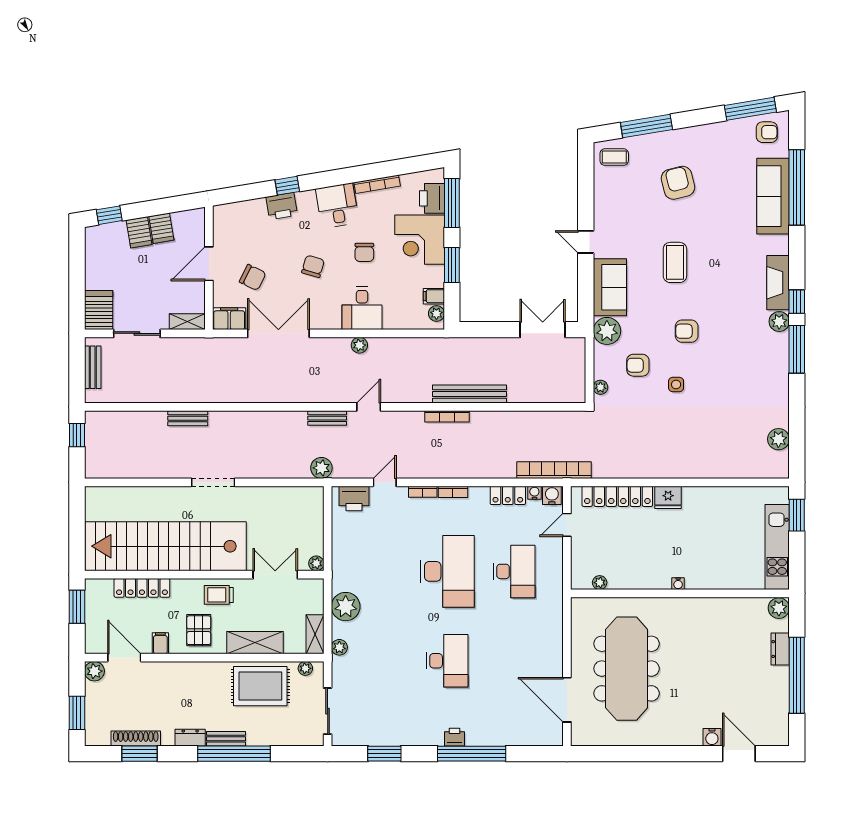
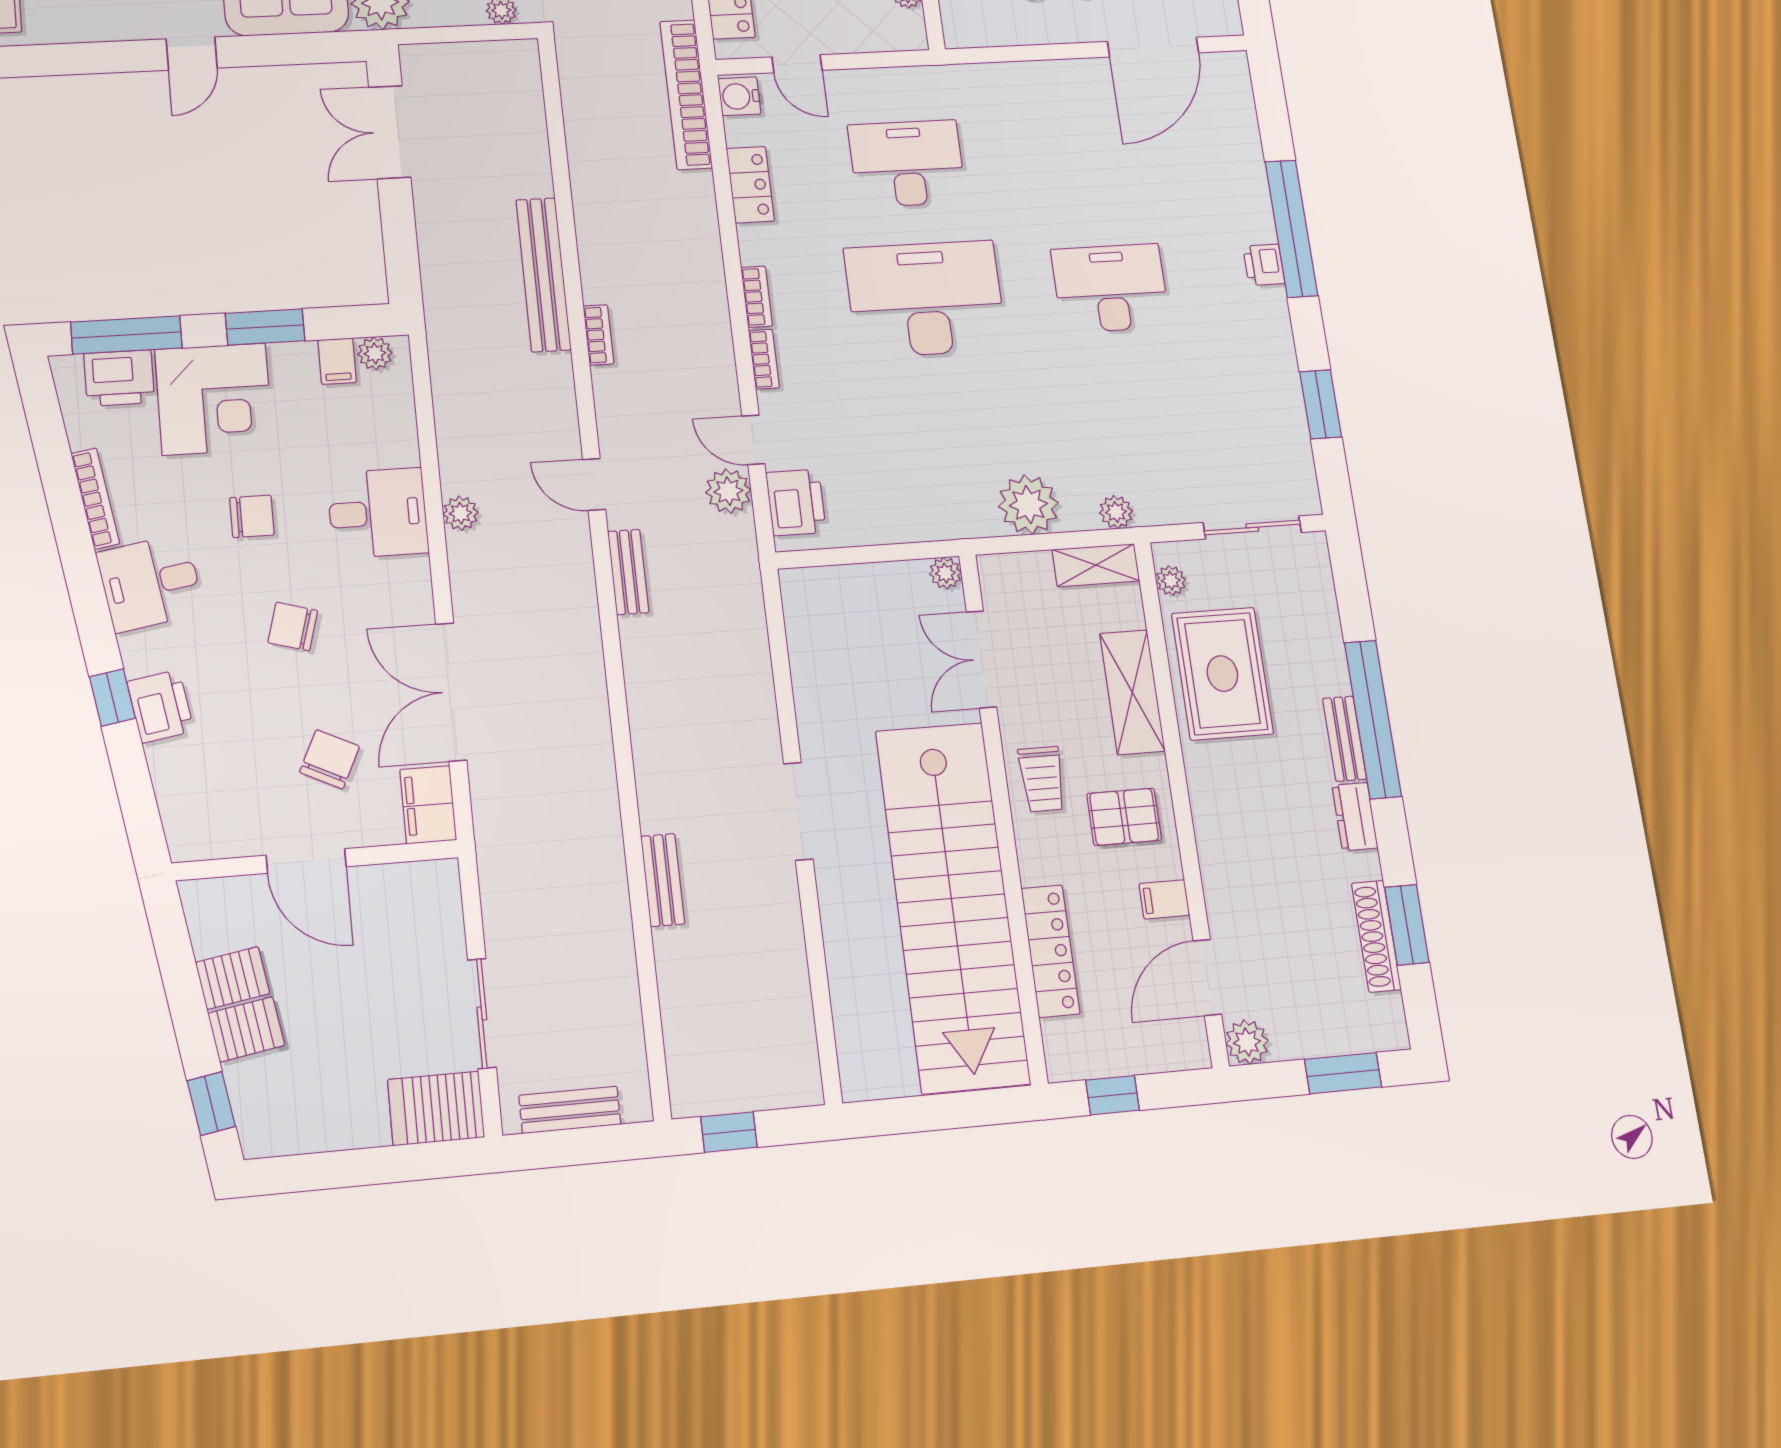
shelving: (187, 322) -> (444, 899), removed
bookcase: (447, 416) -> (598, 335), width x0.64
plant: (321, 468) -> (728, 491), moved
water cooler: (534, 493) -> (738, 131), removed
window: (77, 607) -> (1112, 1095), width x0.67

